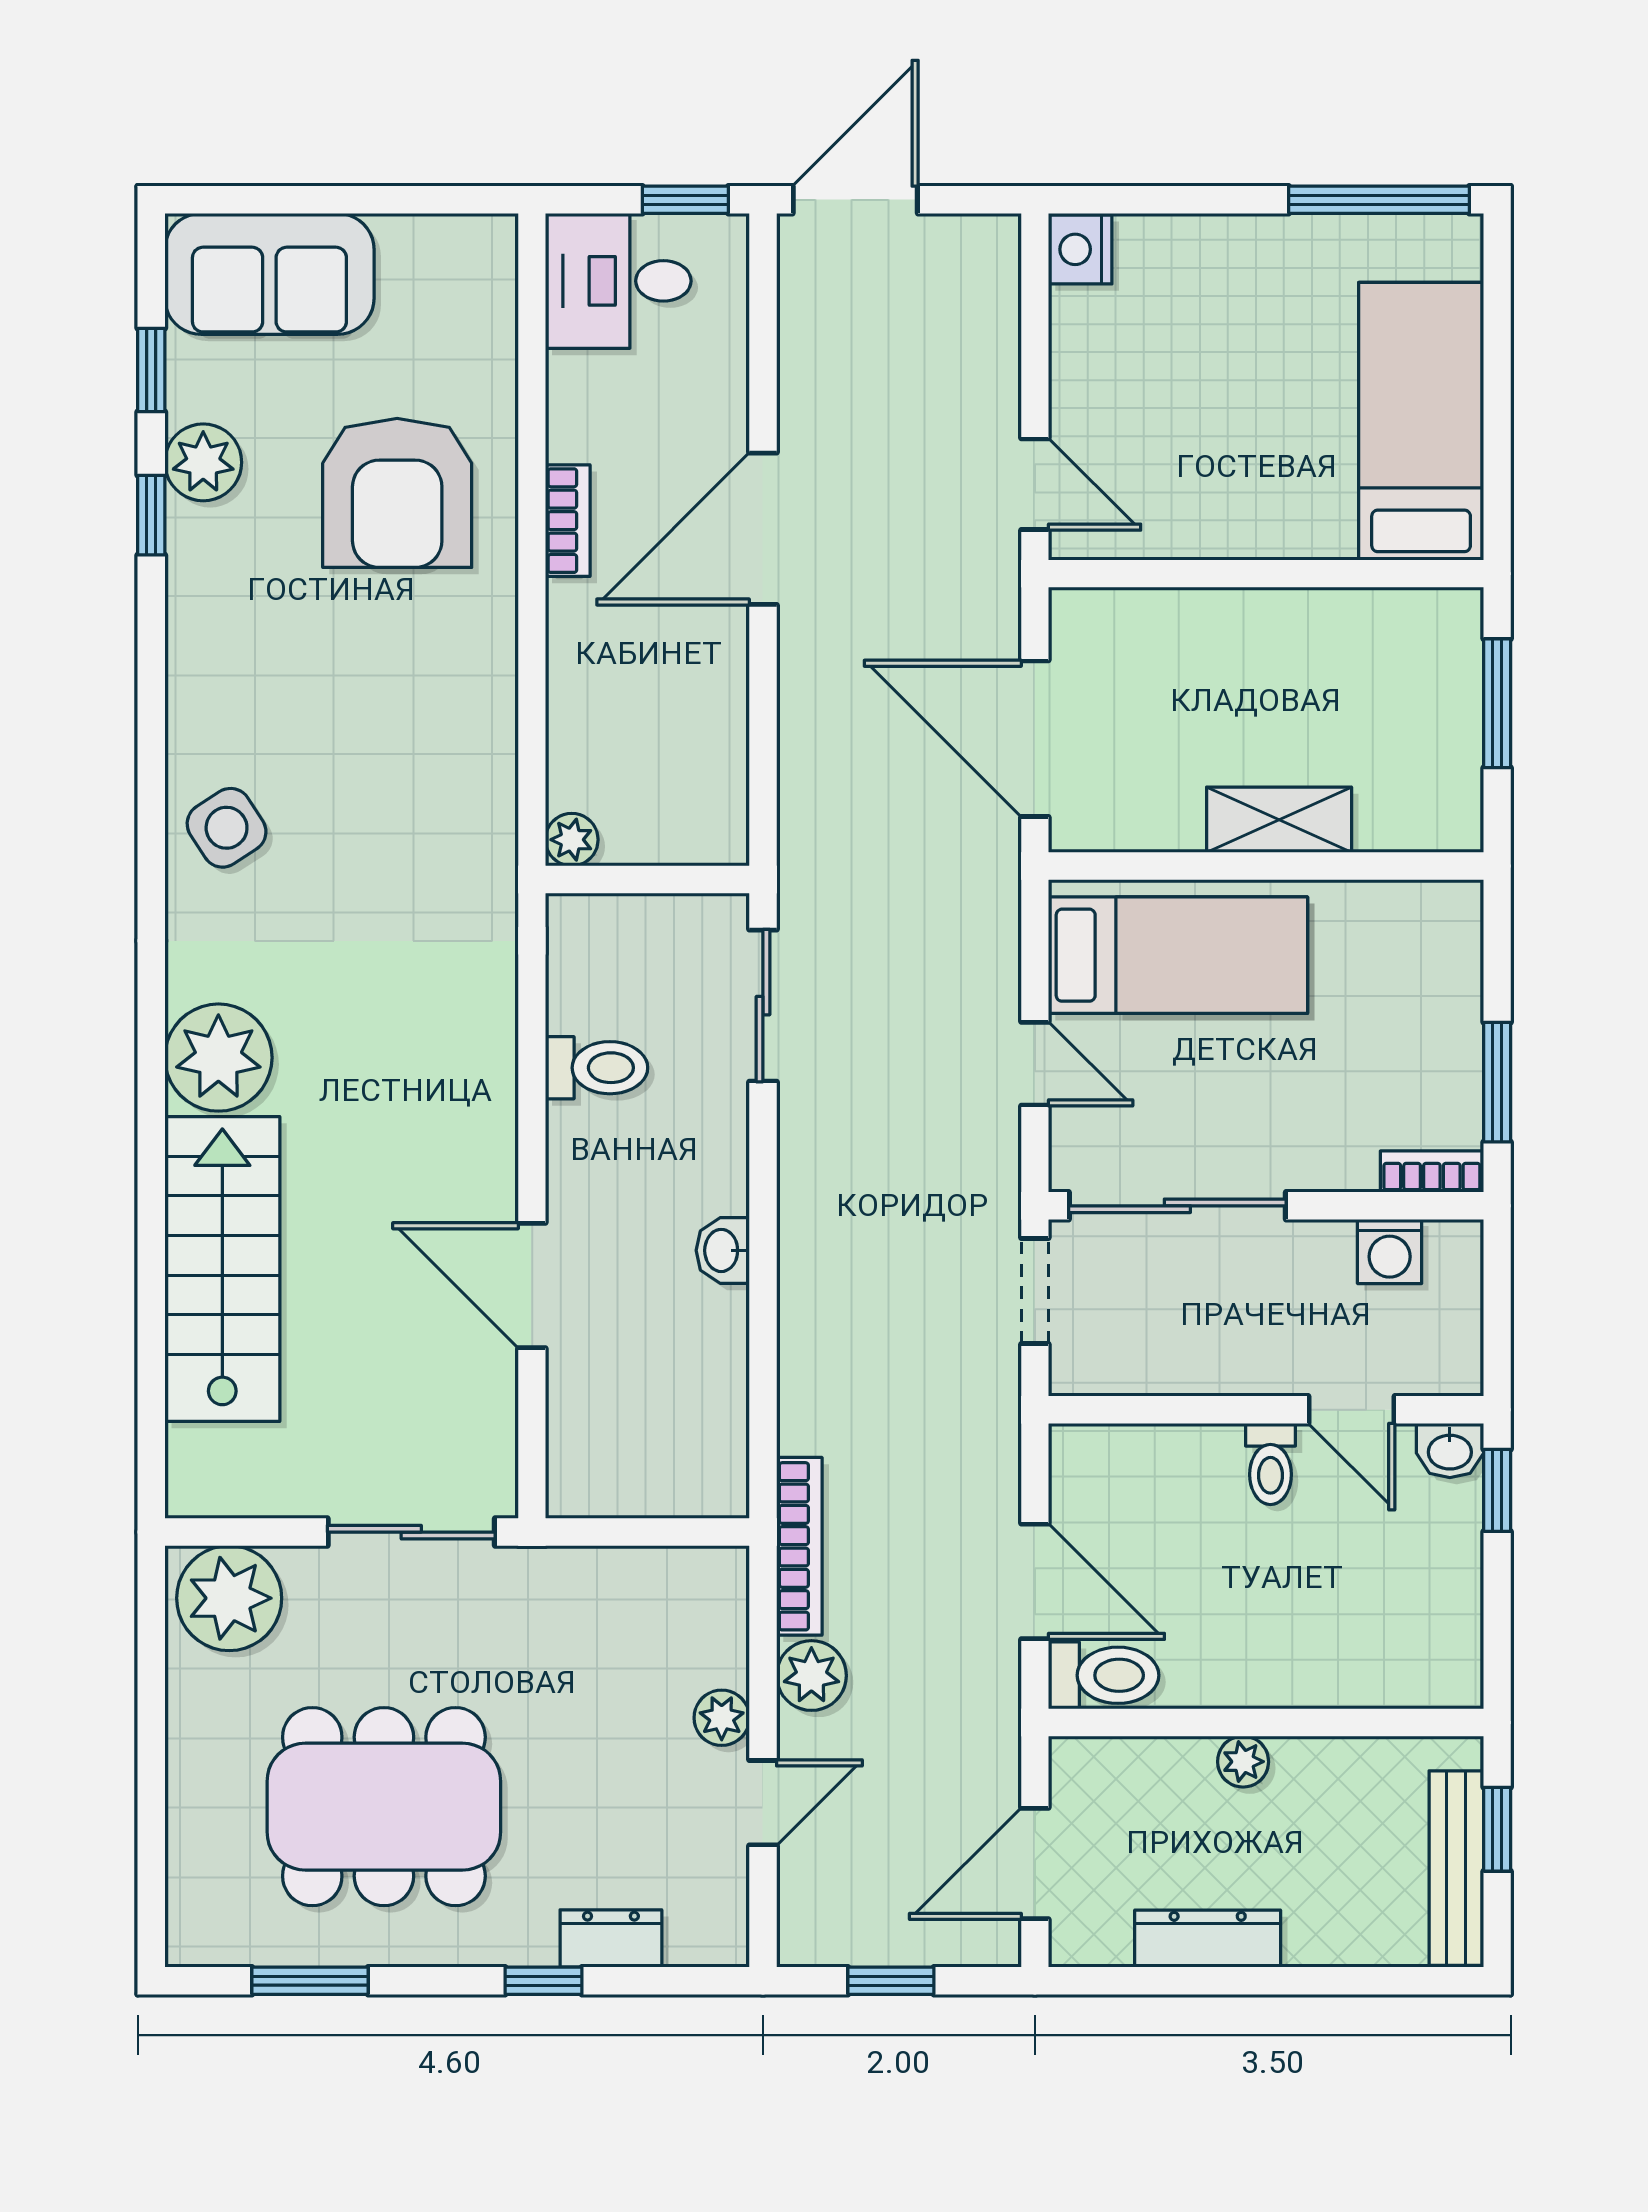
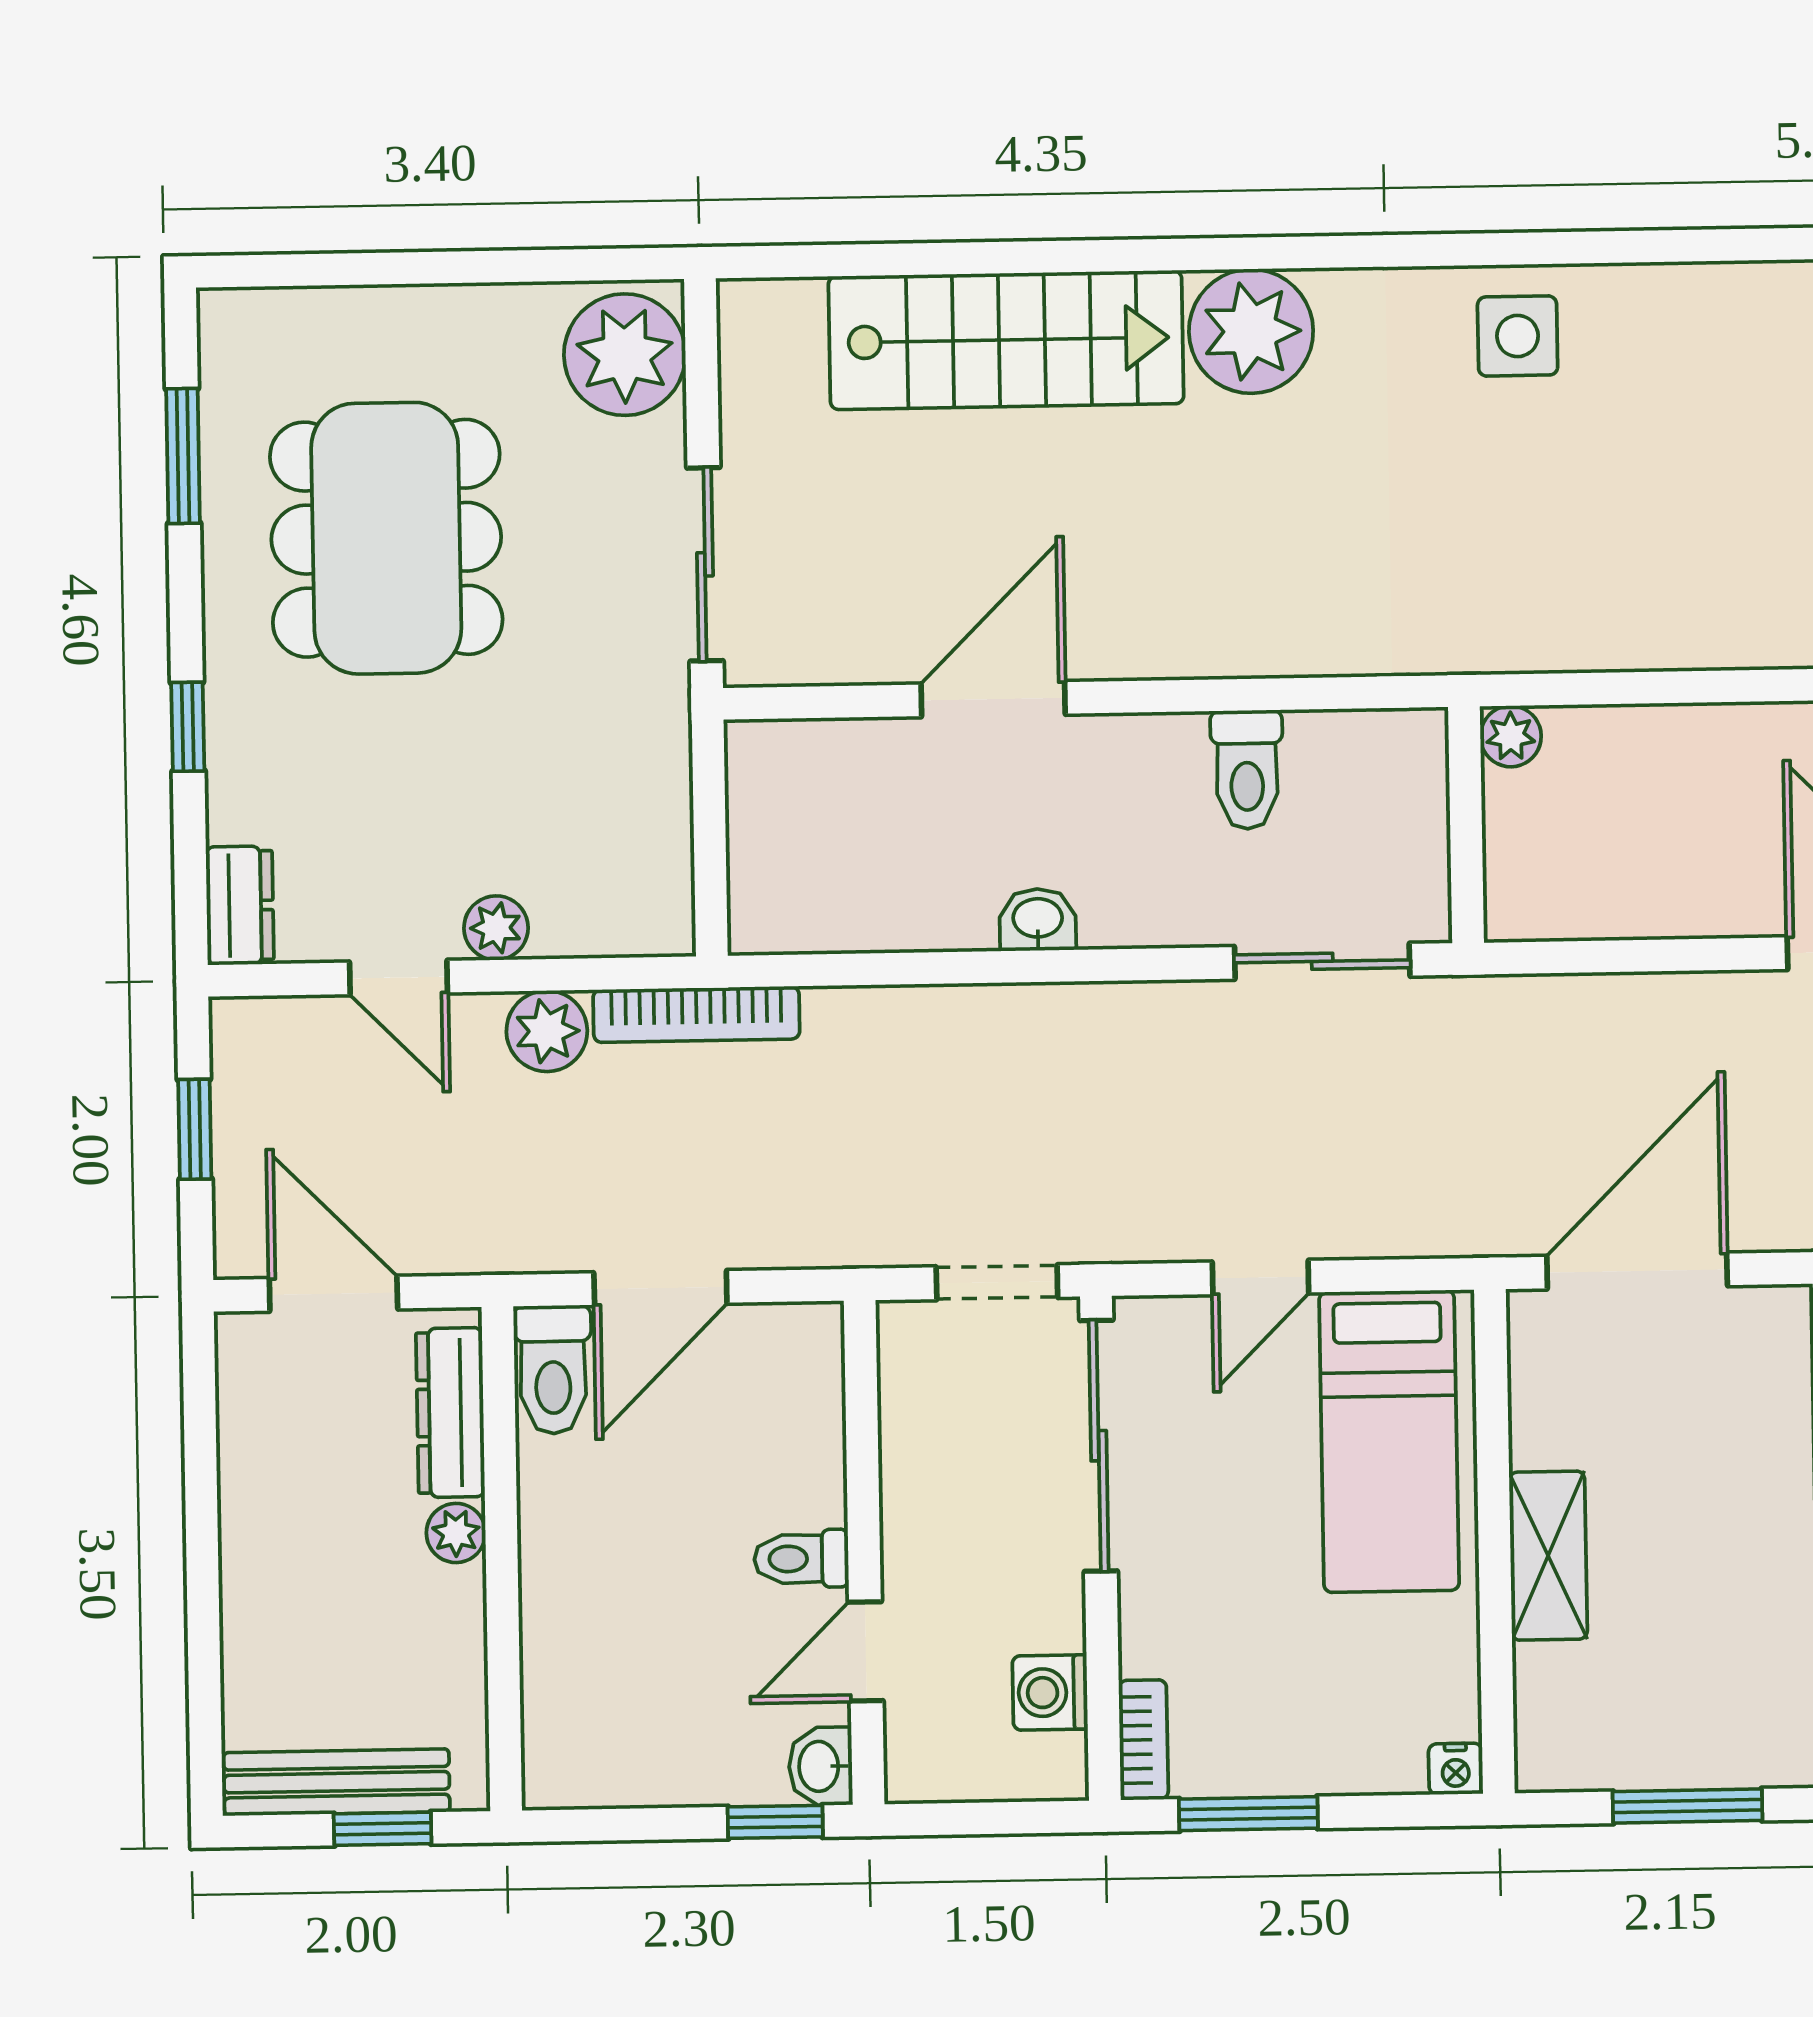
side table: (227, 828) -> (1518, 336), turned 33
nightstand: (1462, 903) -> (1456, 1769), added
dresser: (611, 1938) -> (240, 905), moved
dresser: (1208, 1939) -> (450, 1413), moved, turned 180

